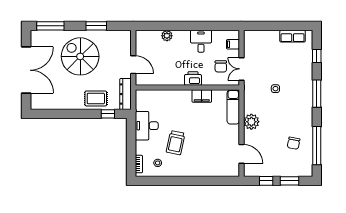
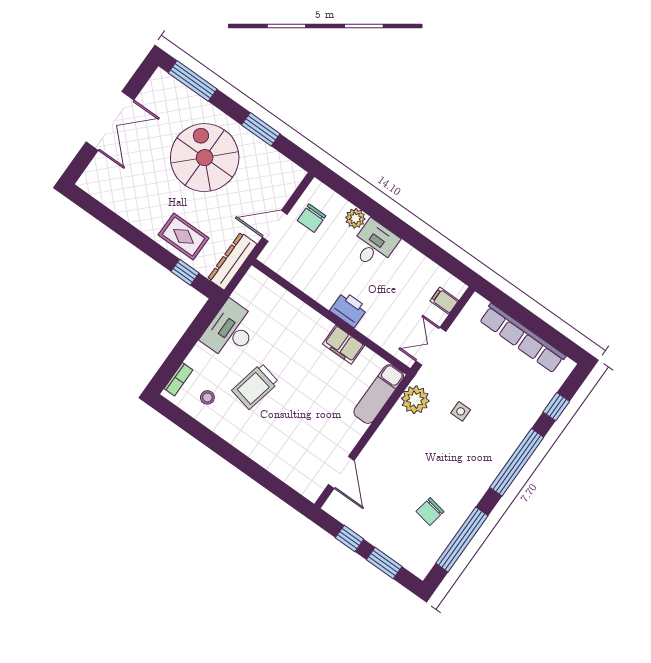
row of seats: (293, 36) -> (522, 338), width x2.02
desk: (201, 41) -> (374, 244), moved
door: (133, 65) -> (275, 226), swing flipped
chair: (221, 66) -> (312, 218), moved
double door: (26, 70) -> (110, 121), width x0.73
window: (317, 94) -> (517, 462), width x1.46
plant: (251, 122) -> (415, 400), moved

